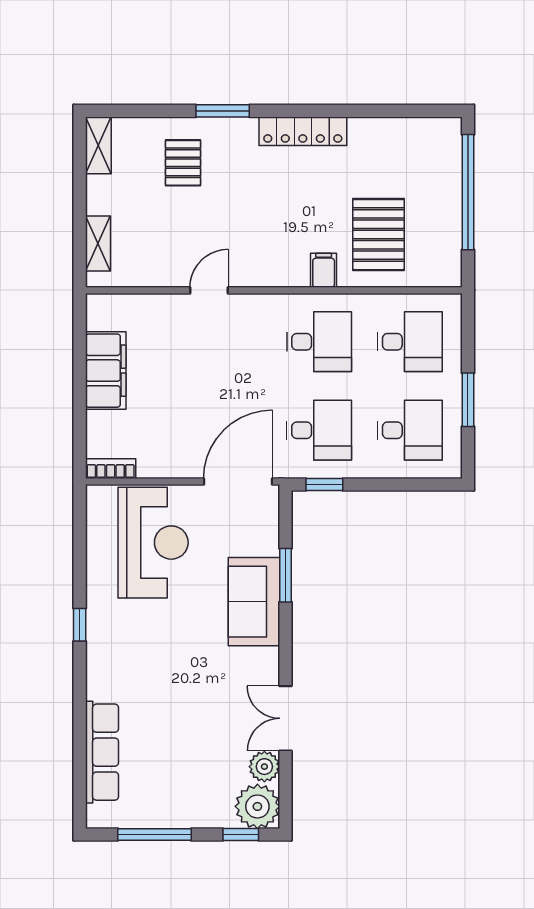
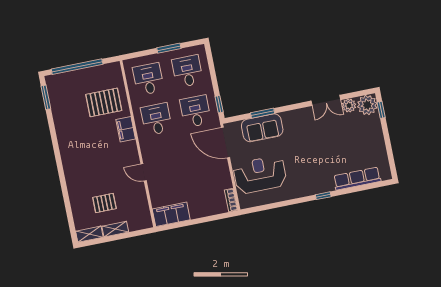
window: (223, 111) -> (46, 97), moved
locker: (303, 131) -> (65, 145), removed
pallet: (183, 163) -> (104, 203), moved
shelving: (98, 243) -> (115, 229), moved
filing cabinet: (324, 270) -> (126, 129), width x2.00
filing cabinet: (106, 371) -> (171, 214), moved
sofa: (254, 602) -> (262, 128), moved
window: (80, 625) -> (323, 196), moved
window: (155, 835) -> (389, 148), removed

